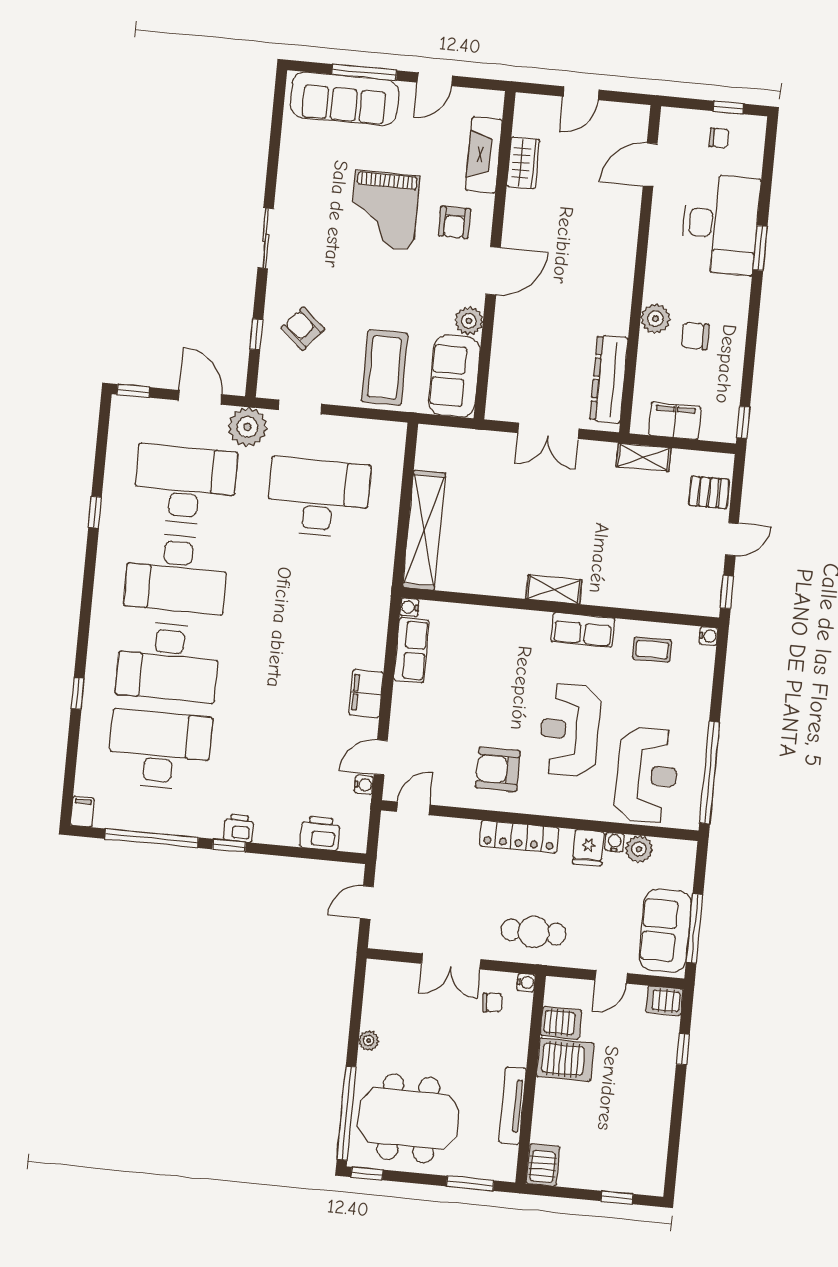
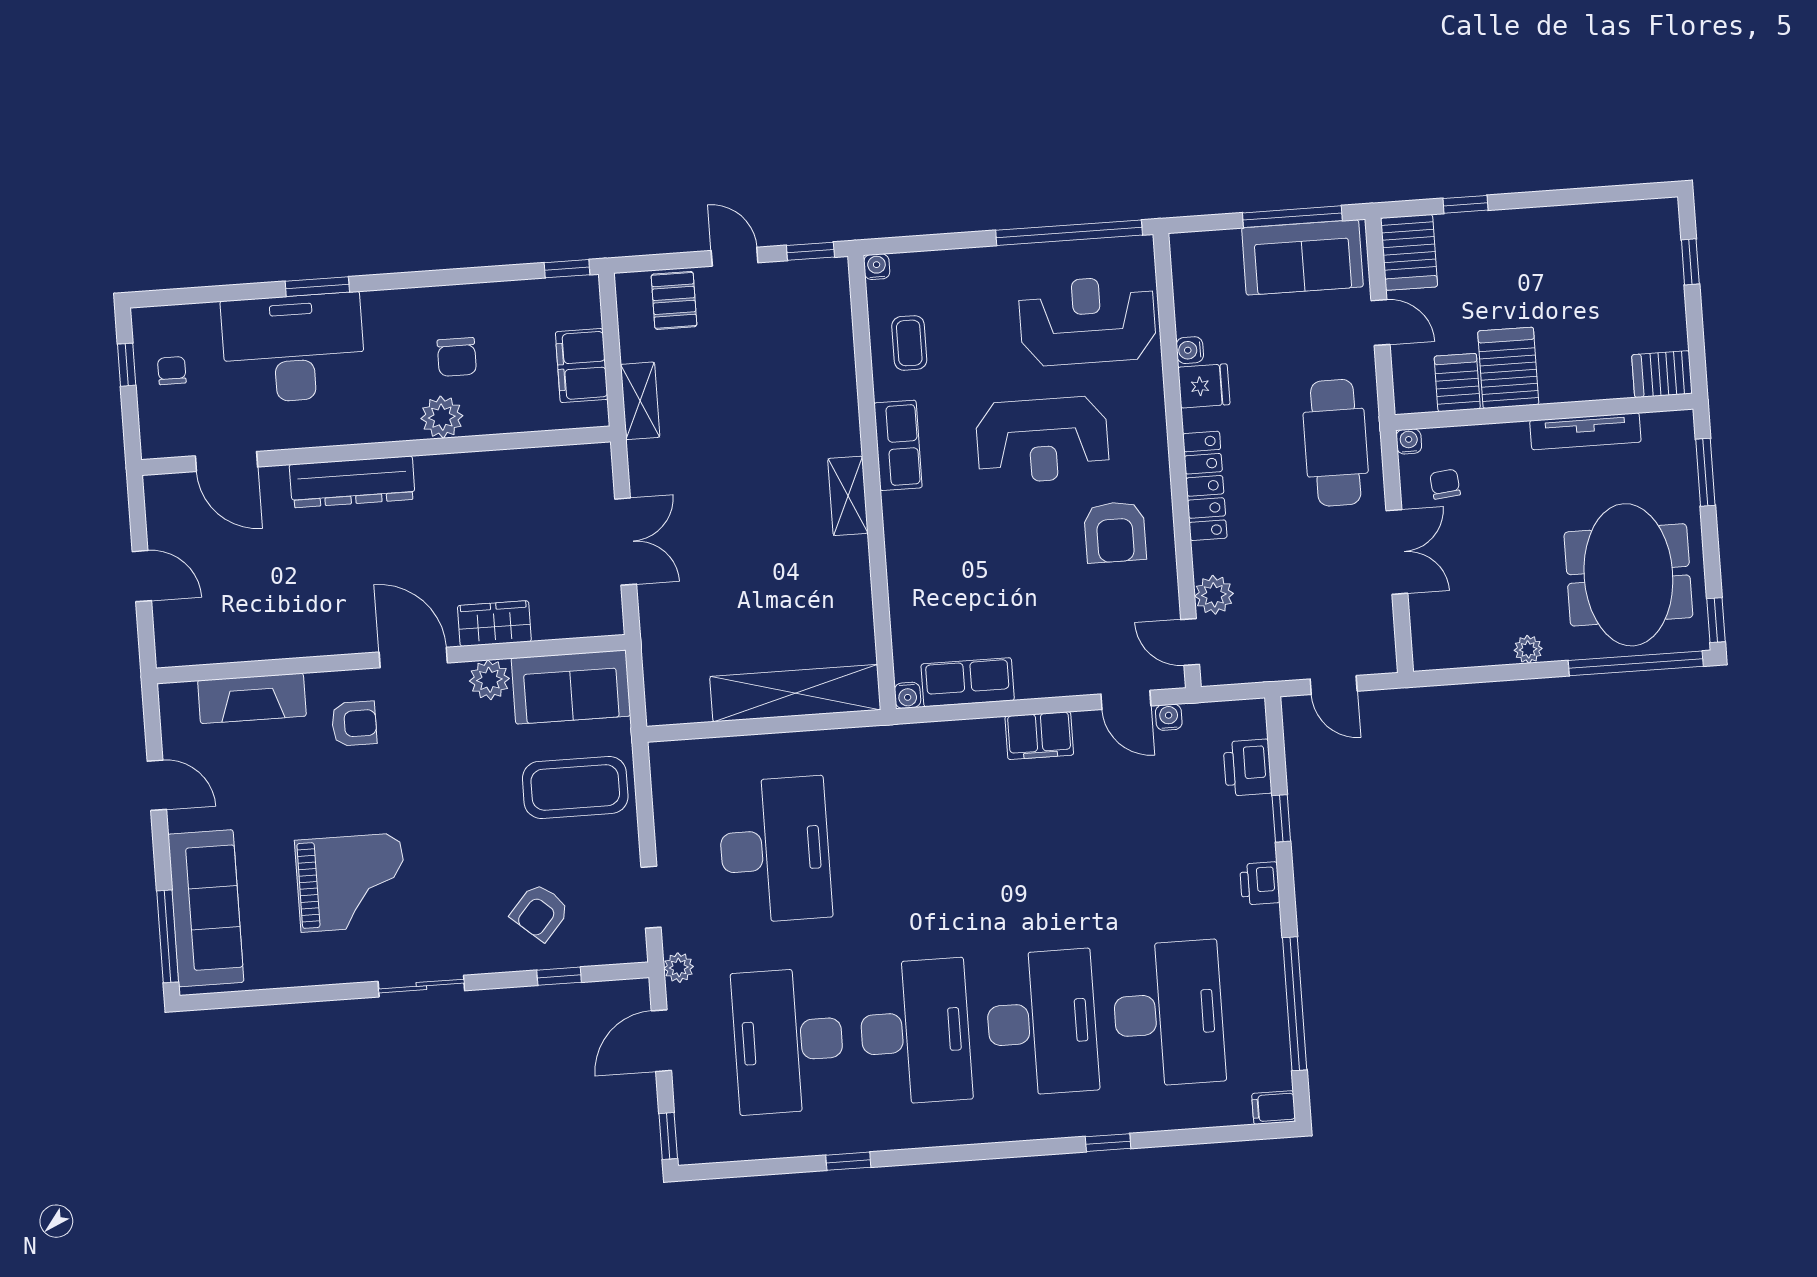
window: (364, 72) -> (168, 936), moved
wardrobe: (523, 163) -> (494, 624), moved
grand piano: (384, 210) -> (351, 882), moved
dresser: (609, 379) -> (352, 482), moved
plant: (248, 427) -> (679, 968), width x0.53, depth x0.53
desk: (318, 498) -> (775, 850), turned 180
desk: (160, 750) -> (1168, 1014), turned 180
window: (229, 846) -> (1281, 818), moved
plant: (639, 849) -> (1214, 595), moved
cafe table: (534, 932) -> (1336, 443), width x1.37, depth x1.35
server rack: (665, 1001) -> (1409, 252), width x1.36, depth x1.44

